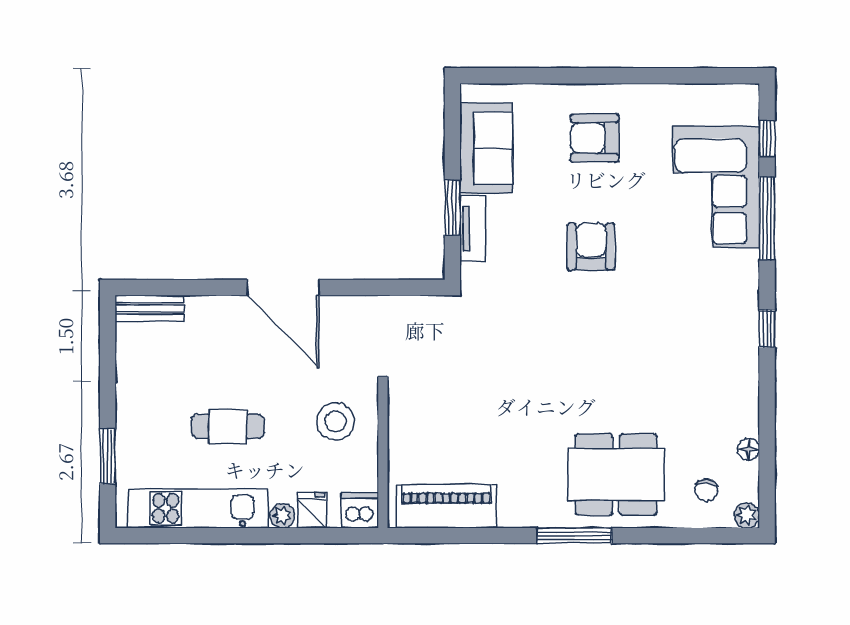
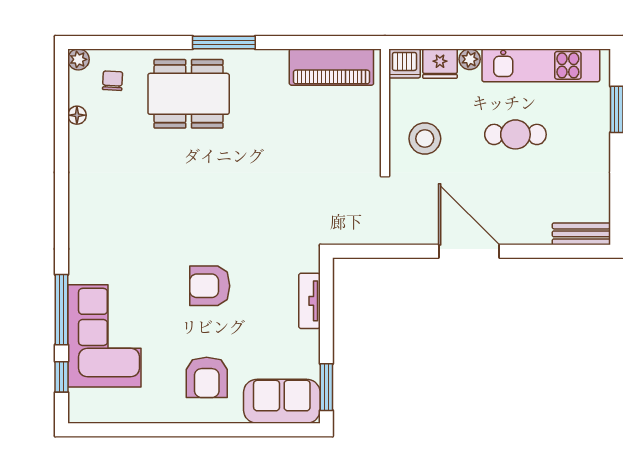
armchair: (594, 138) -> (207, 377), turned 90
sofa: (486, 148) -> (282, 401), moved, turned 90
window: (452, 207) -> (326, 387), moved
armchair: (591, 247) -> (210, 286), turned 90
window: (767, 329) -> (61, 217), removed
fridge: (312, 510) -> (440, 64), width x1.38

